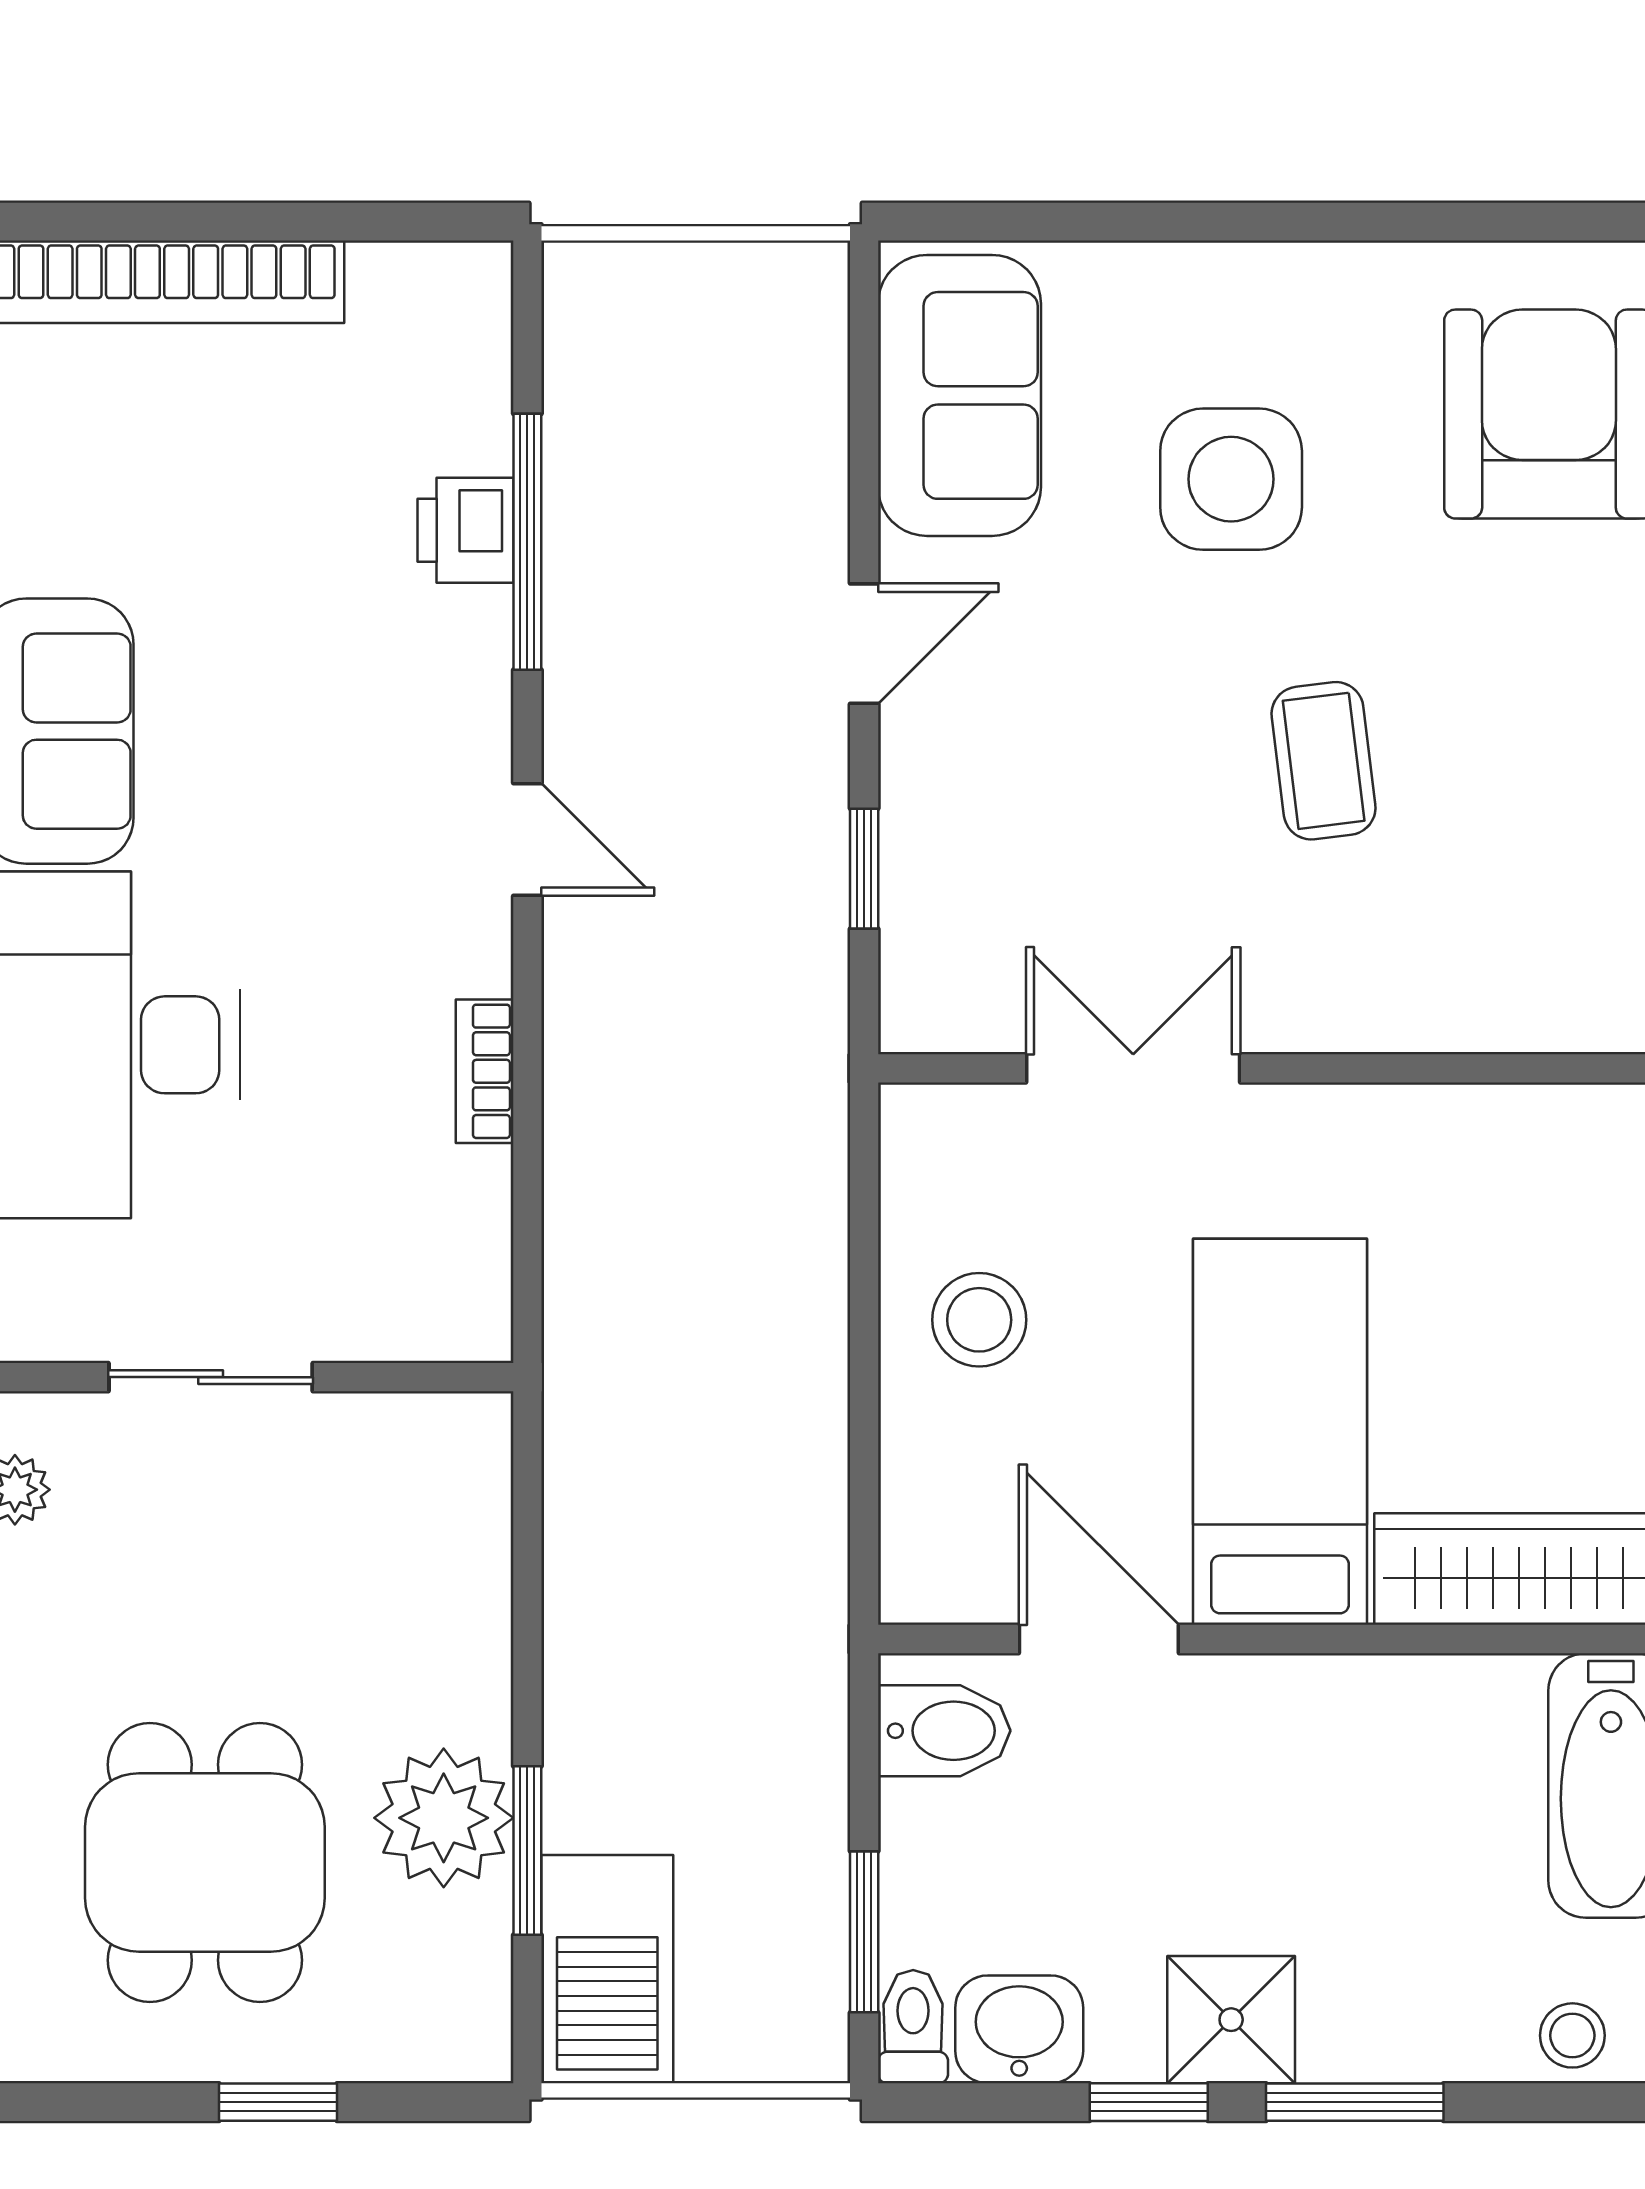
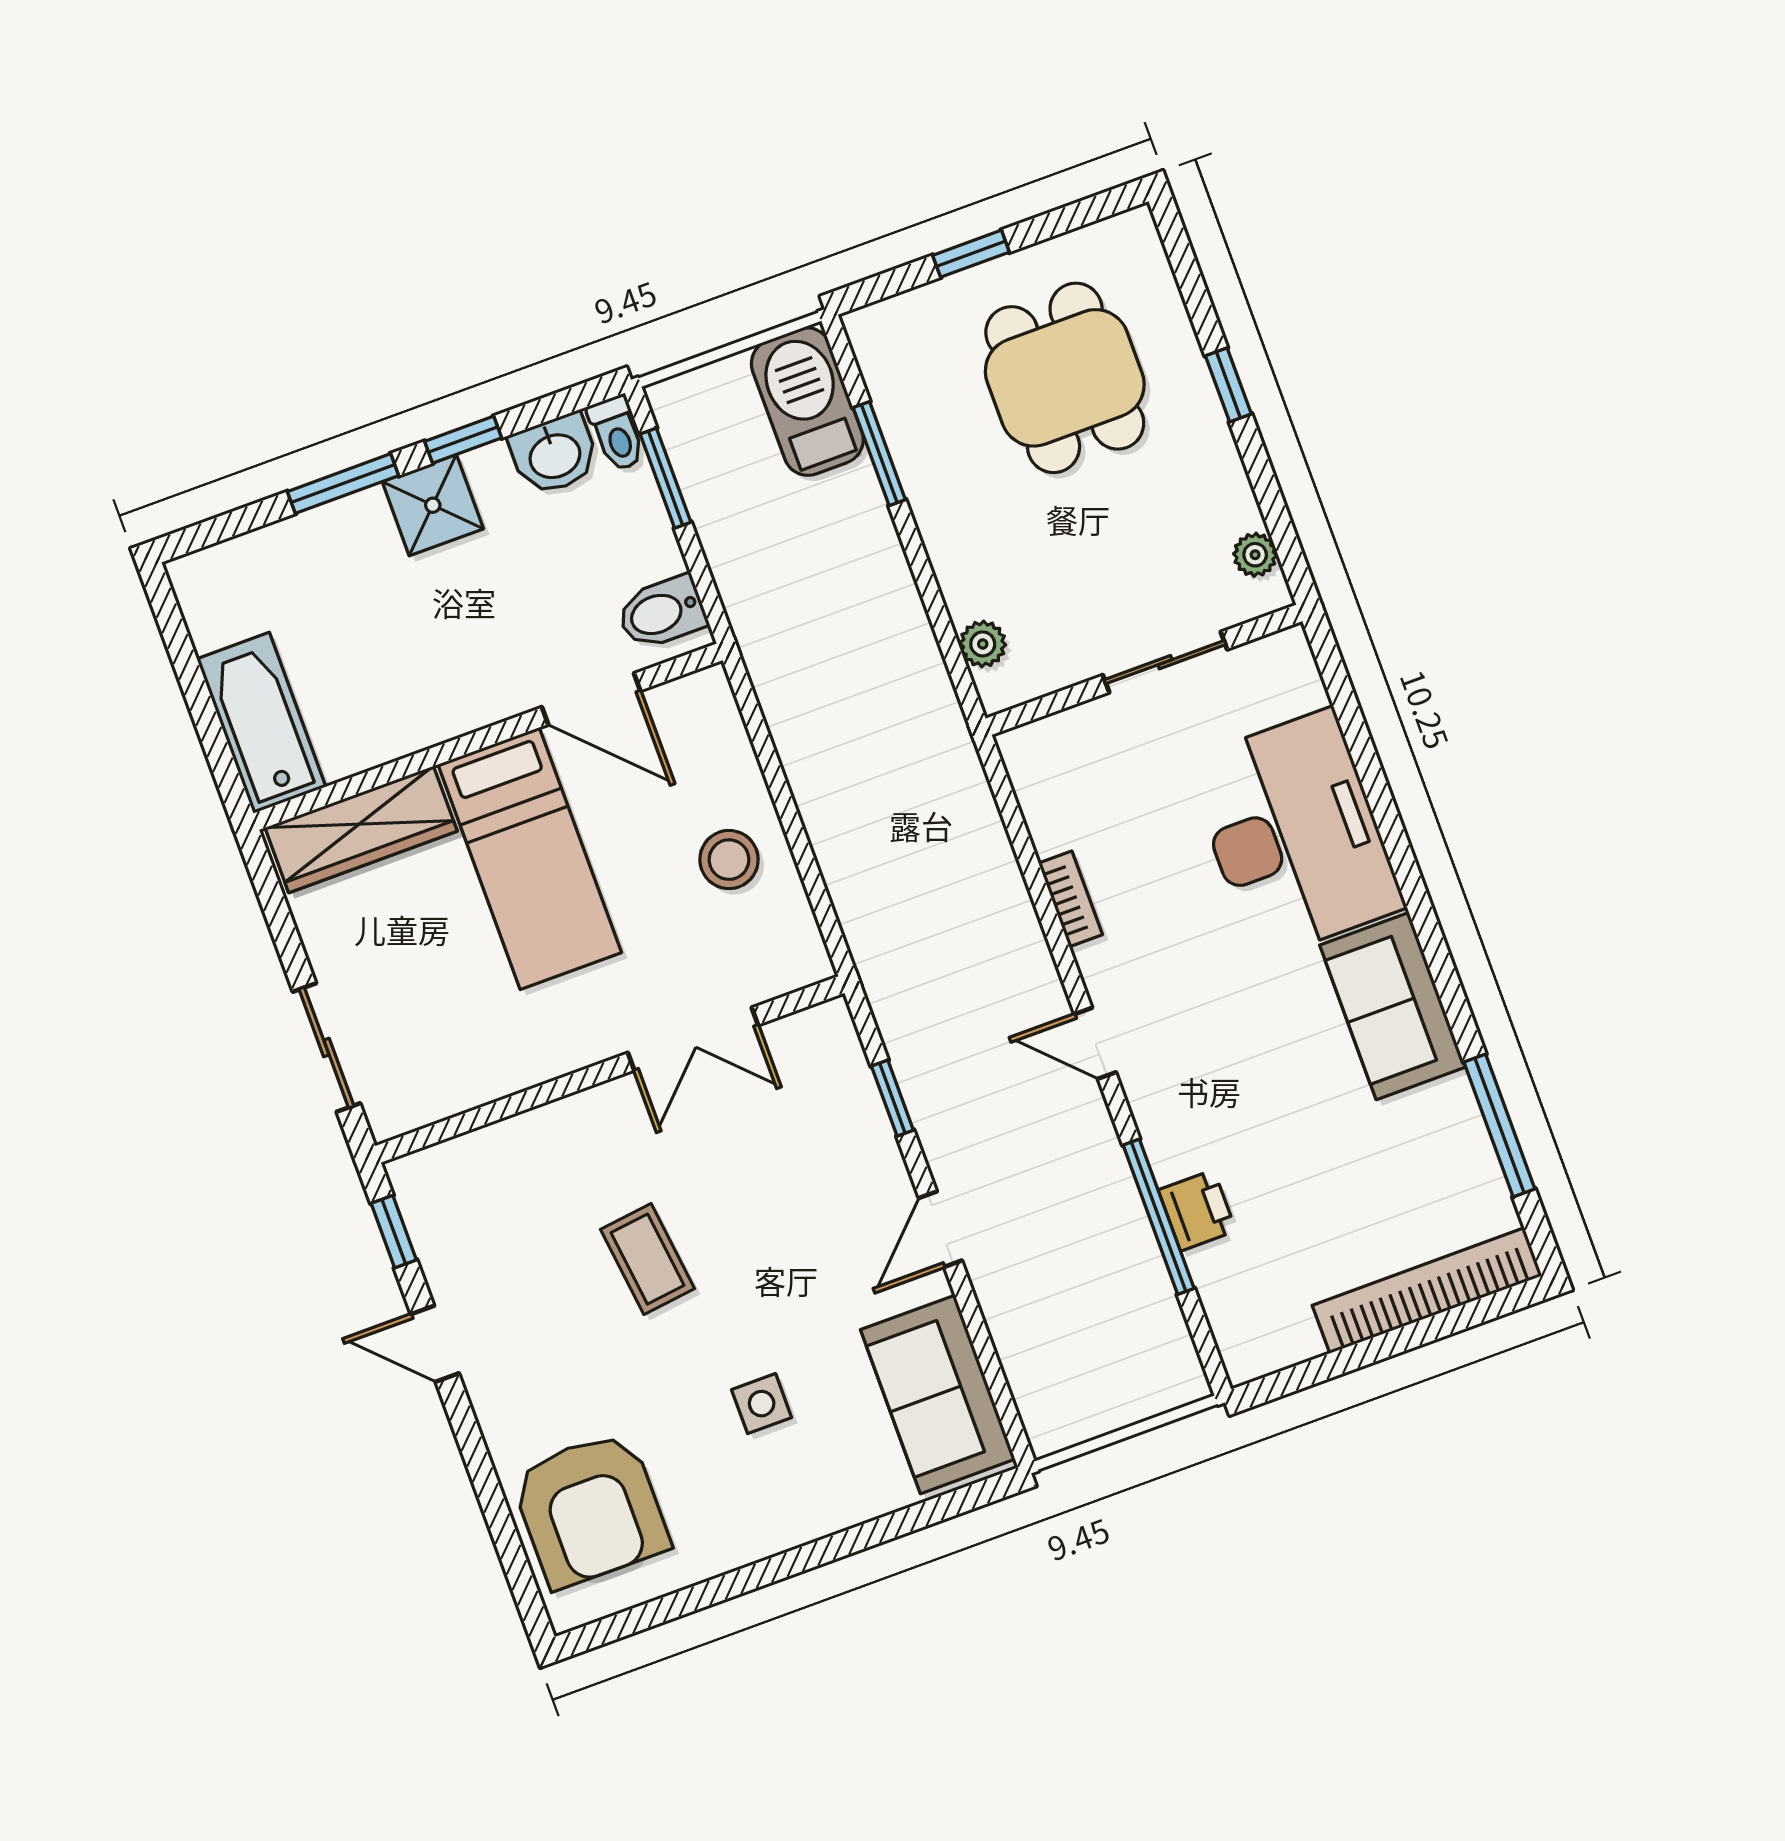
side table: (1231, 479) -> (762, 1404), width x0.54, depth x0.54
plant: (444, 1818) -> (983, 644), moved, width x0.53, depth x0.53
stool: (1572, 2035) -> (230, 569), removed

